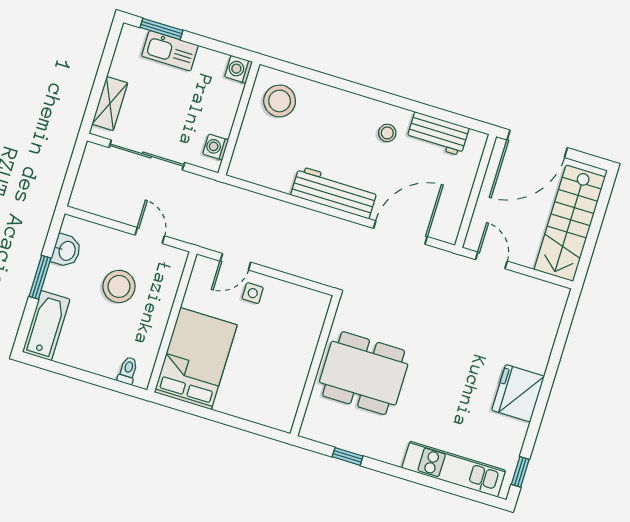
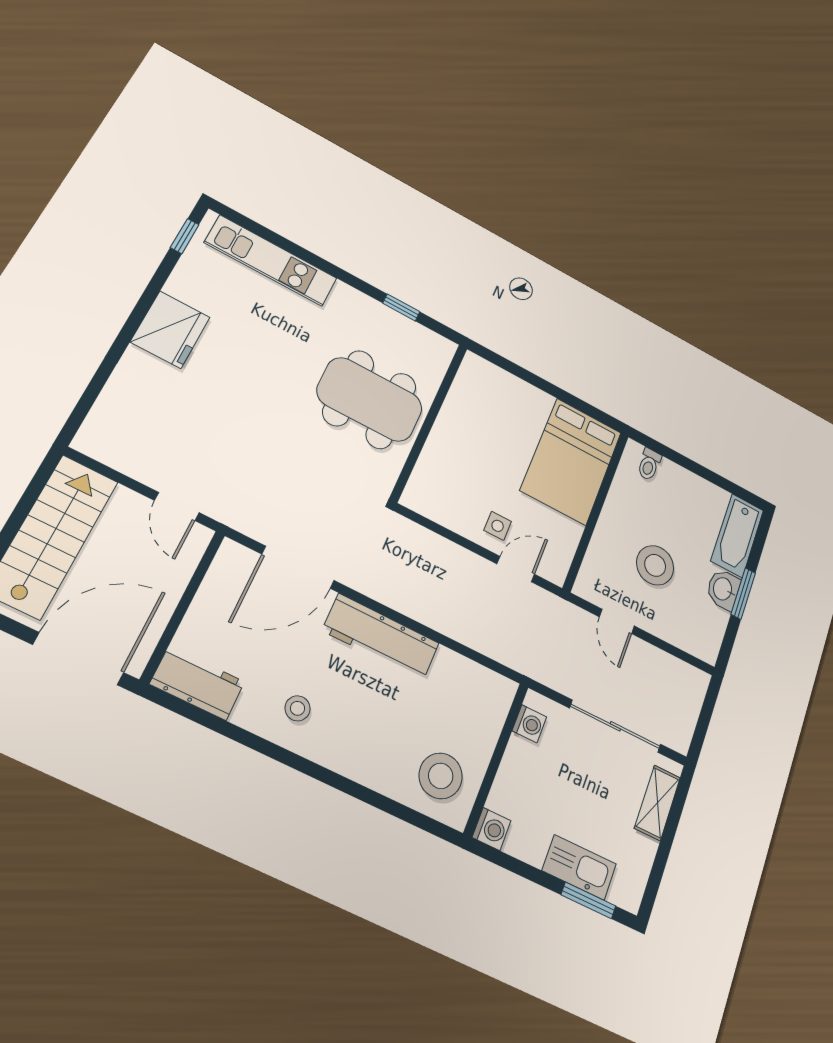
workbench: (438, 134) -> (197, 683), moved
washbasin: (66, 251) -> (723, 589), moved

